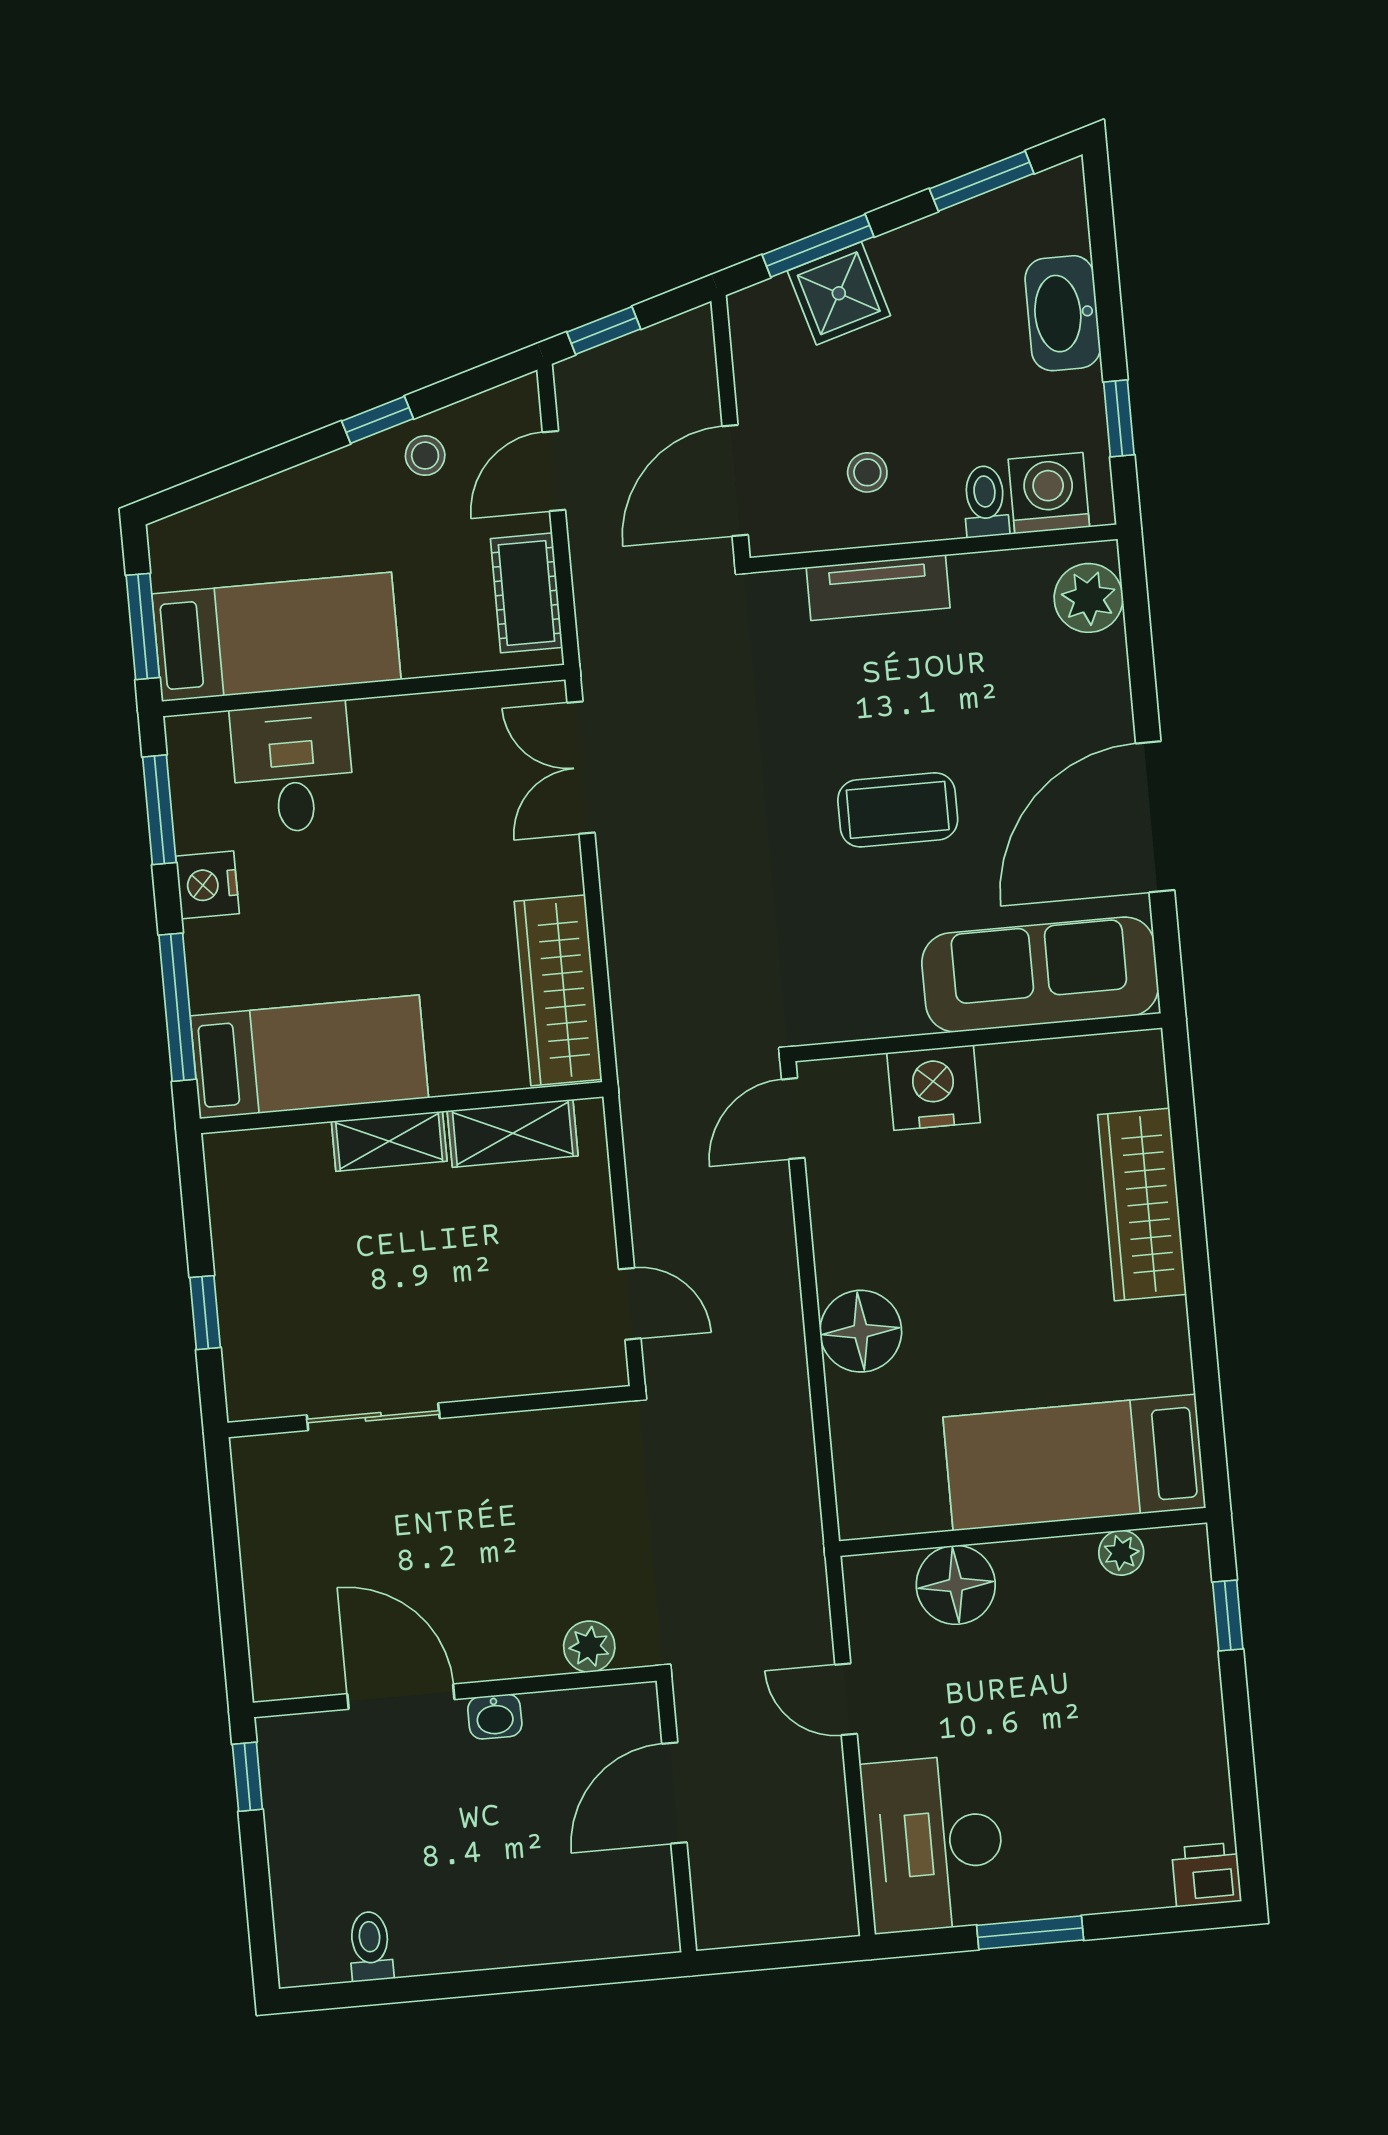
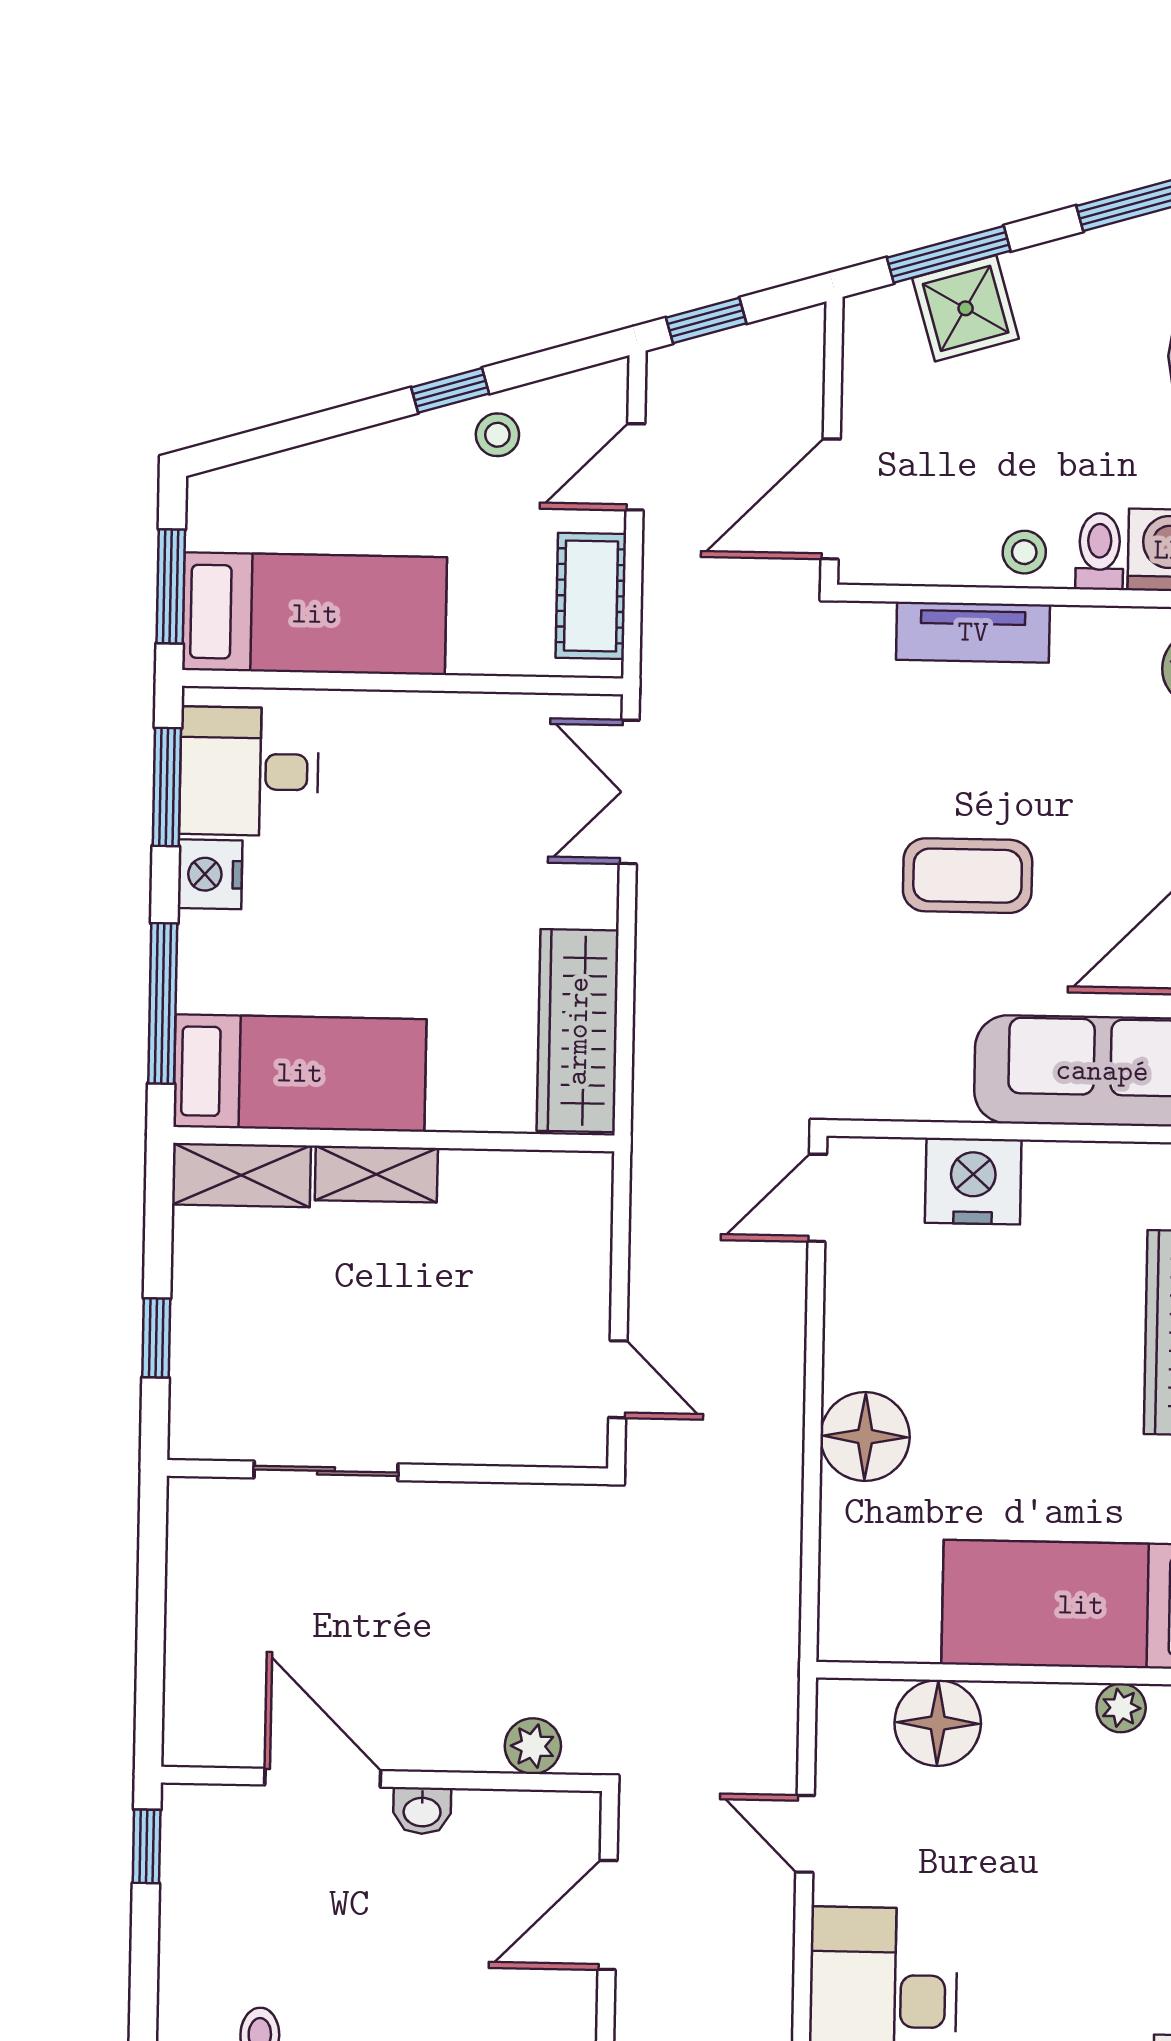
stool: (867, 472) -> (1024, 552), moved
desk: (293, 768) -> (249, 771), moved, turned -90
shelving: (513, 1133) -> (241, 1175), moved

